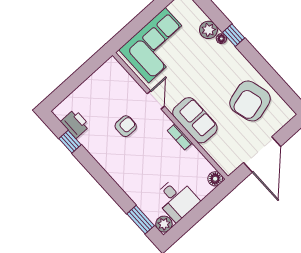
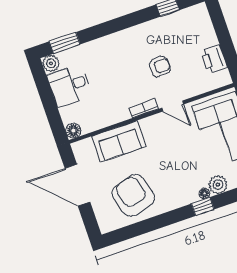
sofa: (195, 120) -> (119, 141), moved
printer: (75, 124) -> (214, 59), moved, turned 90
armchair: (126, 126) -> (160, 67), turned -90
bookcase: (180, 137) -> (144, 108), moved

